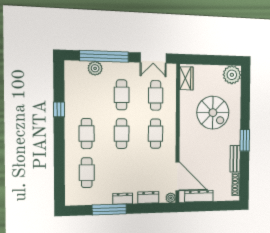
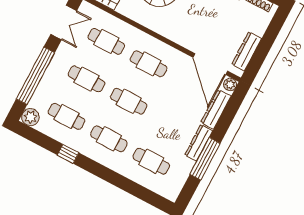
plant: (95, 68) -> (30, 117), moved
cafe table: (86, 94) -> (67, 116), added
door: (177, 176) -> (210, 64), swing flipped
dresser: (148, 197) -> (216, 109), width x1.44
dresser: (123, 199) -> (199, 143), width x1.44

